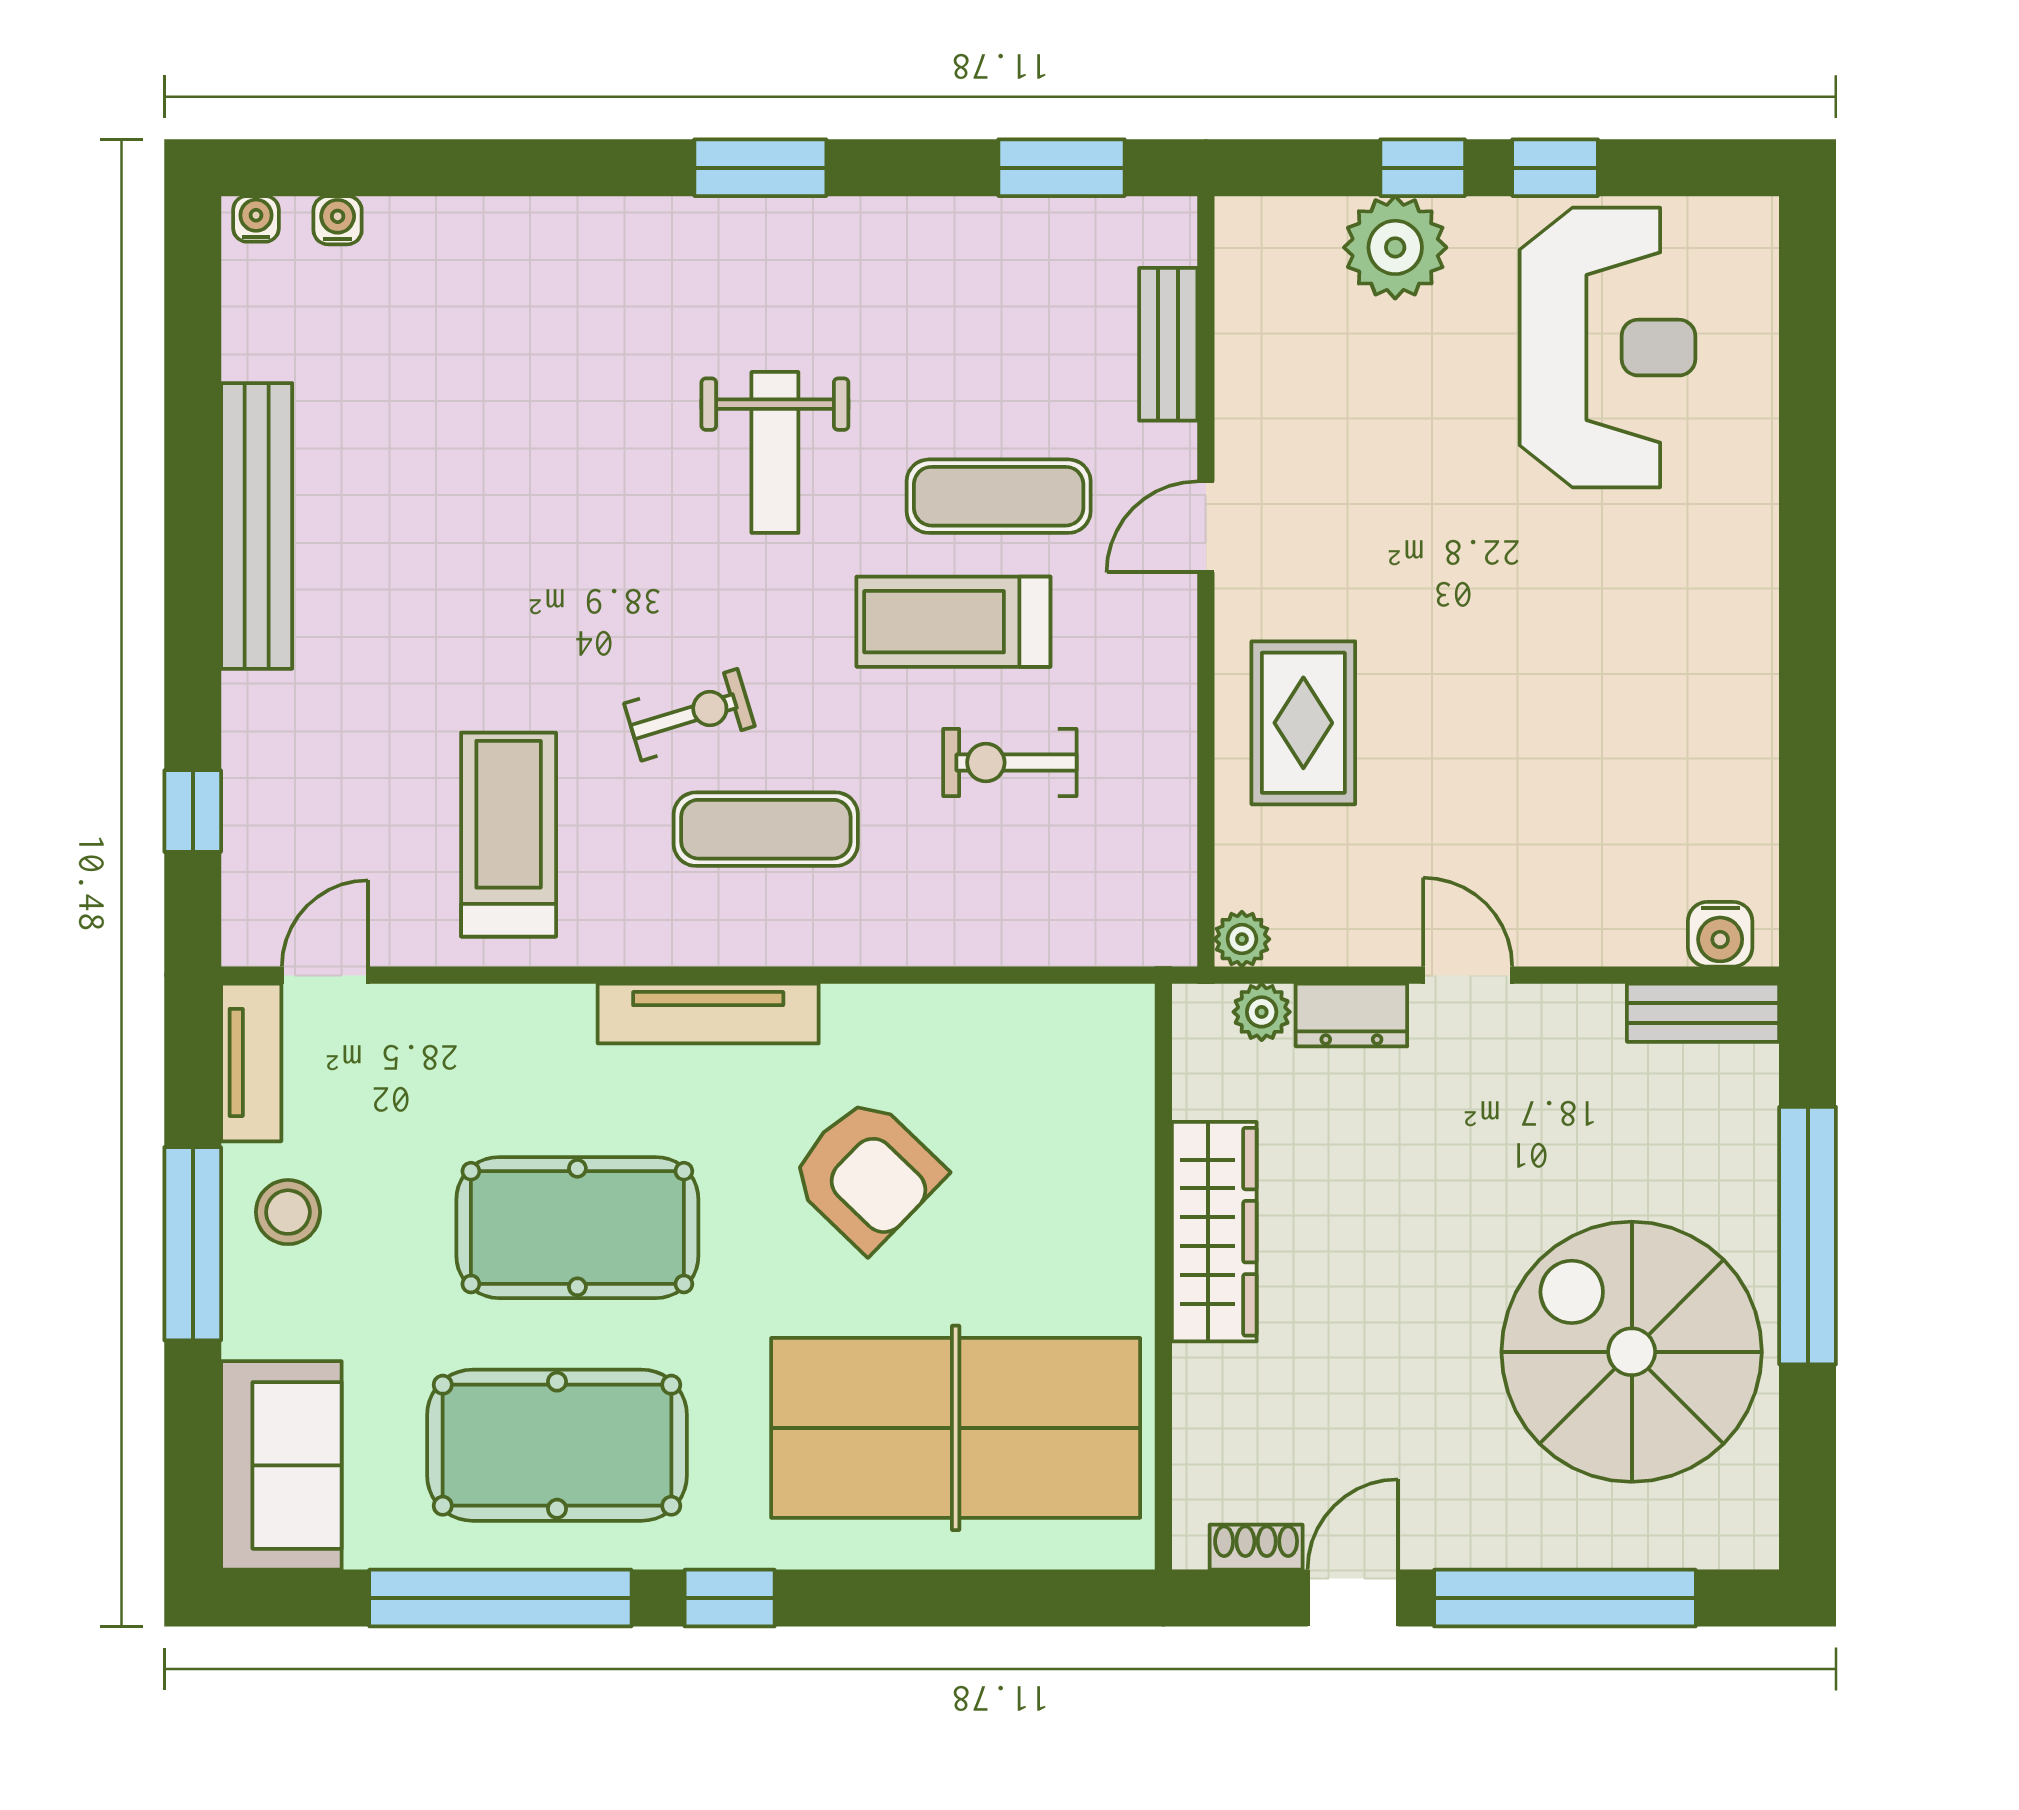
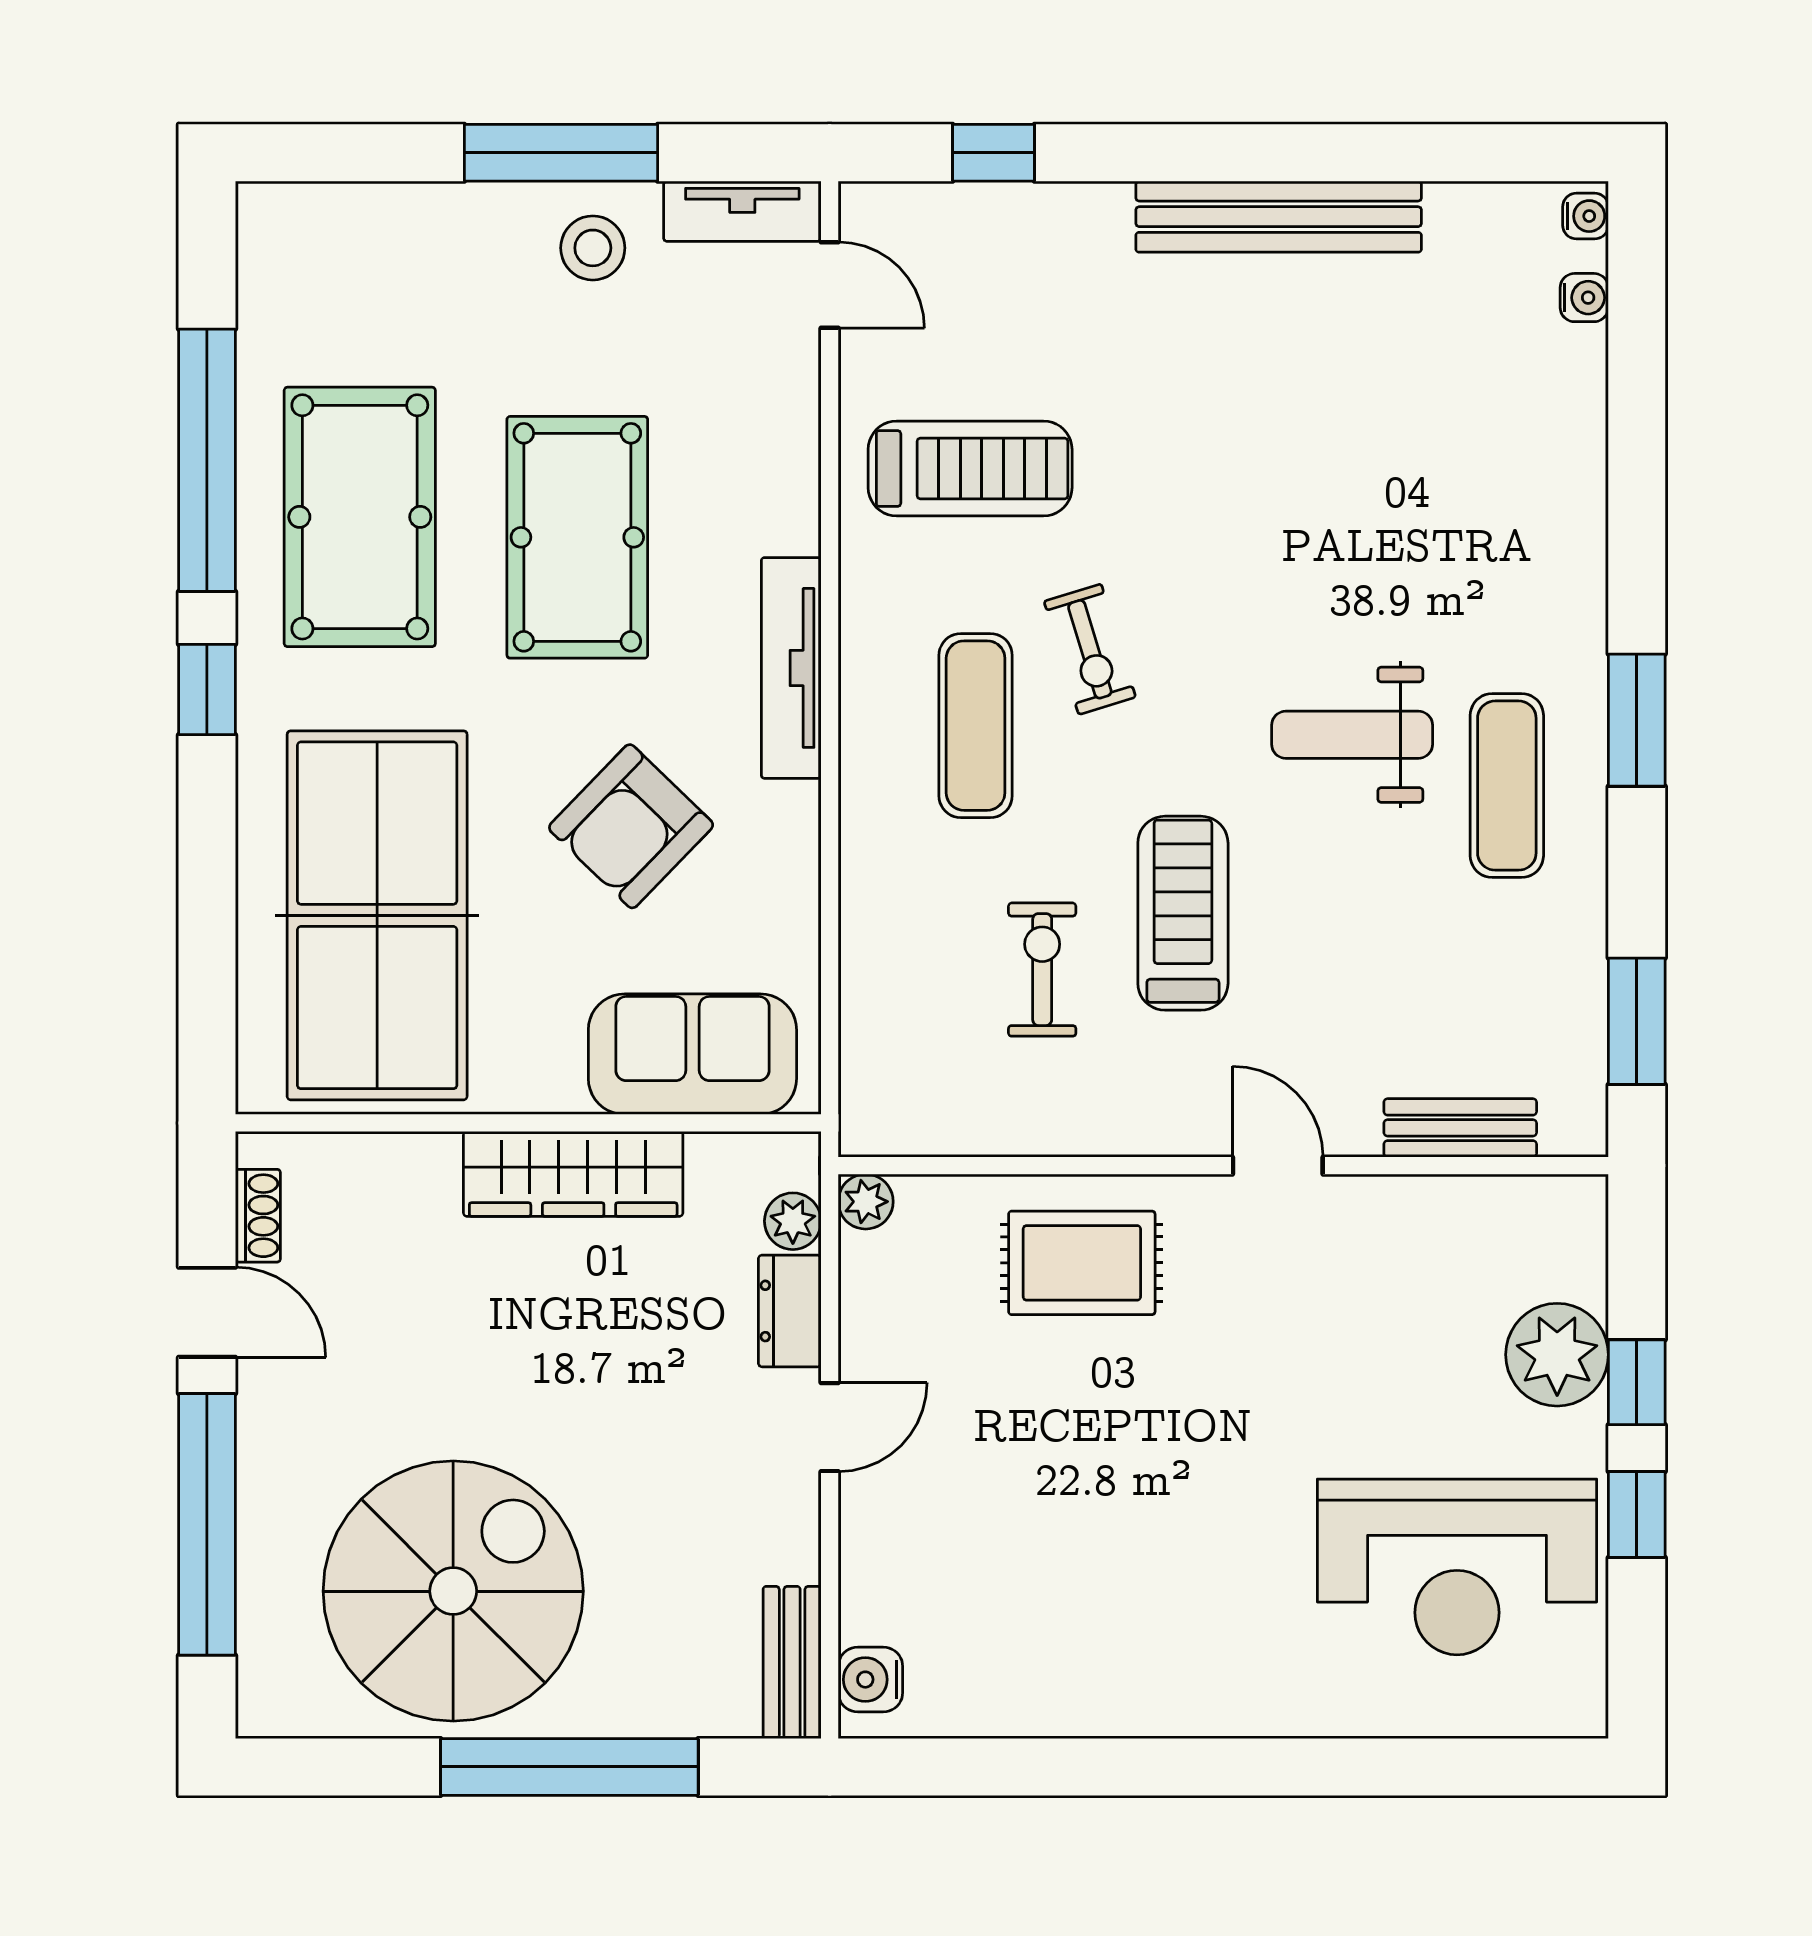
exercise mat: (999, 496) -> (1507, 786), moved
sofa: (281, 1465) -> (692, 1054), moved, turned 180

